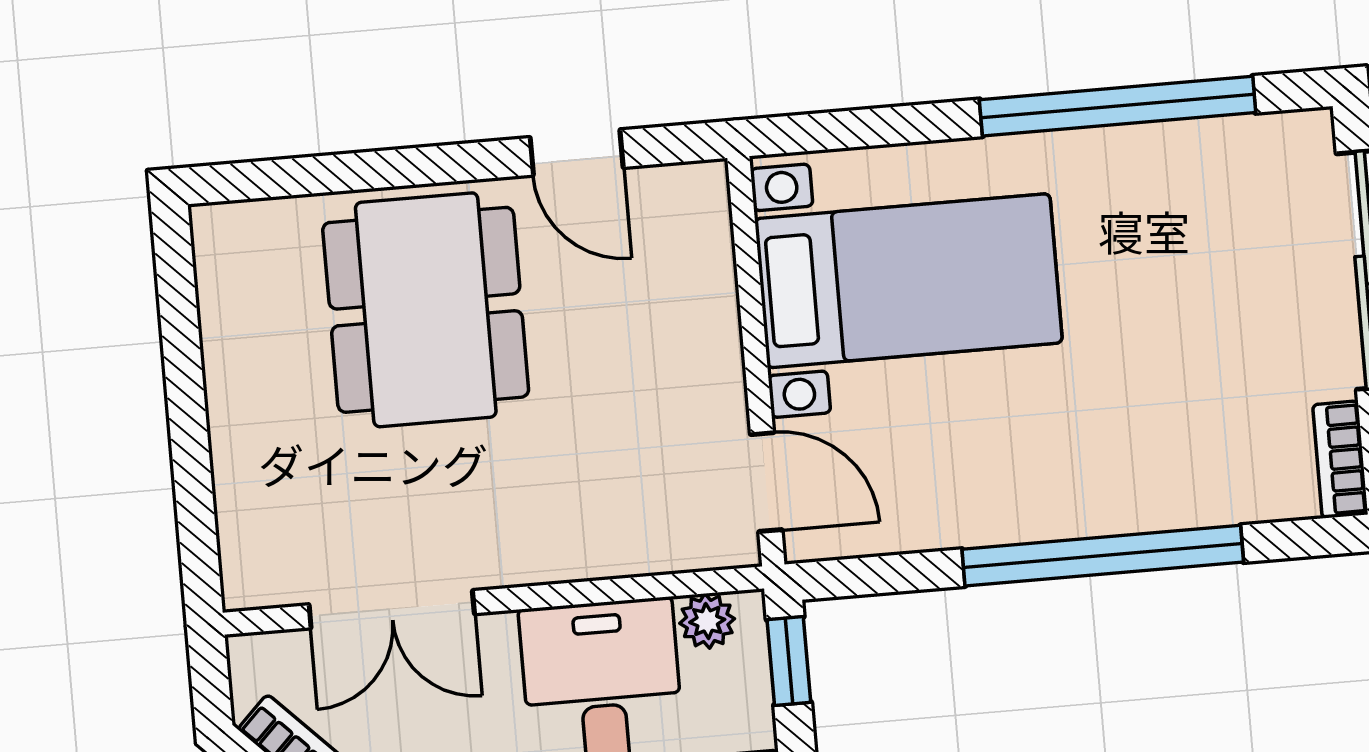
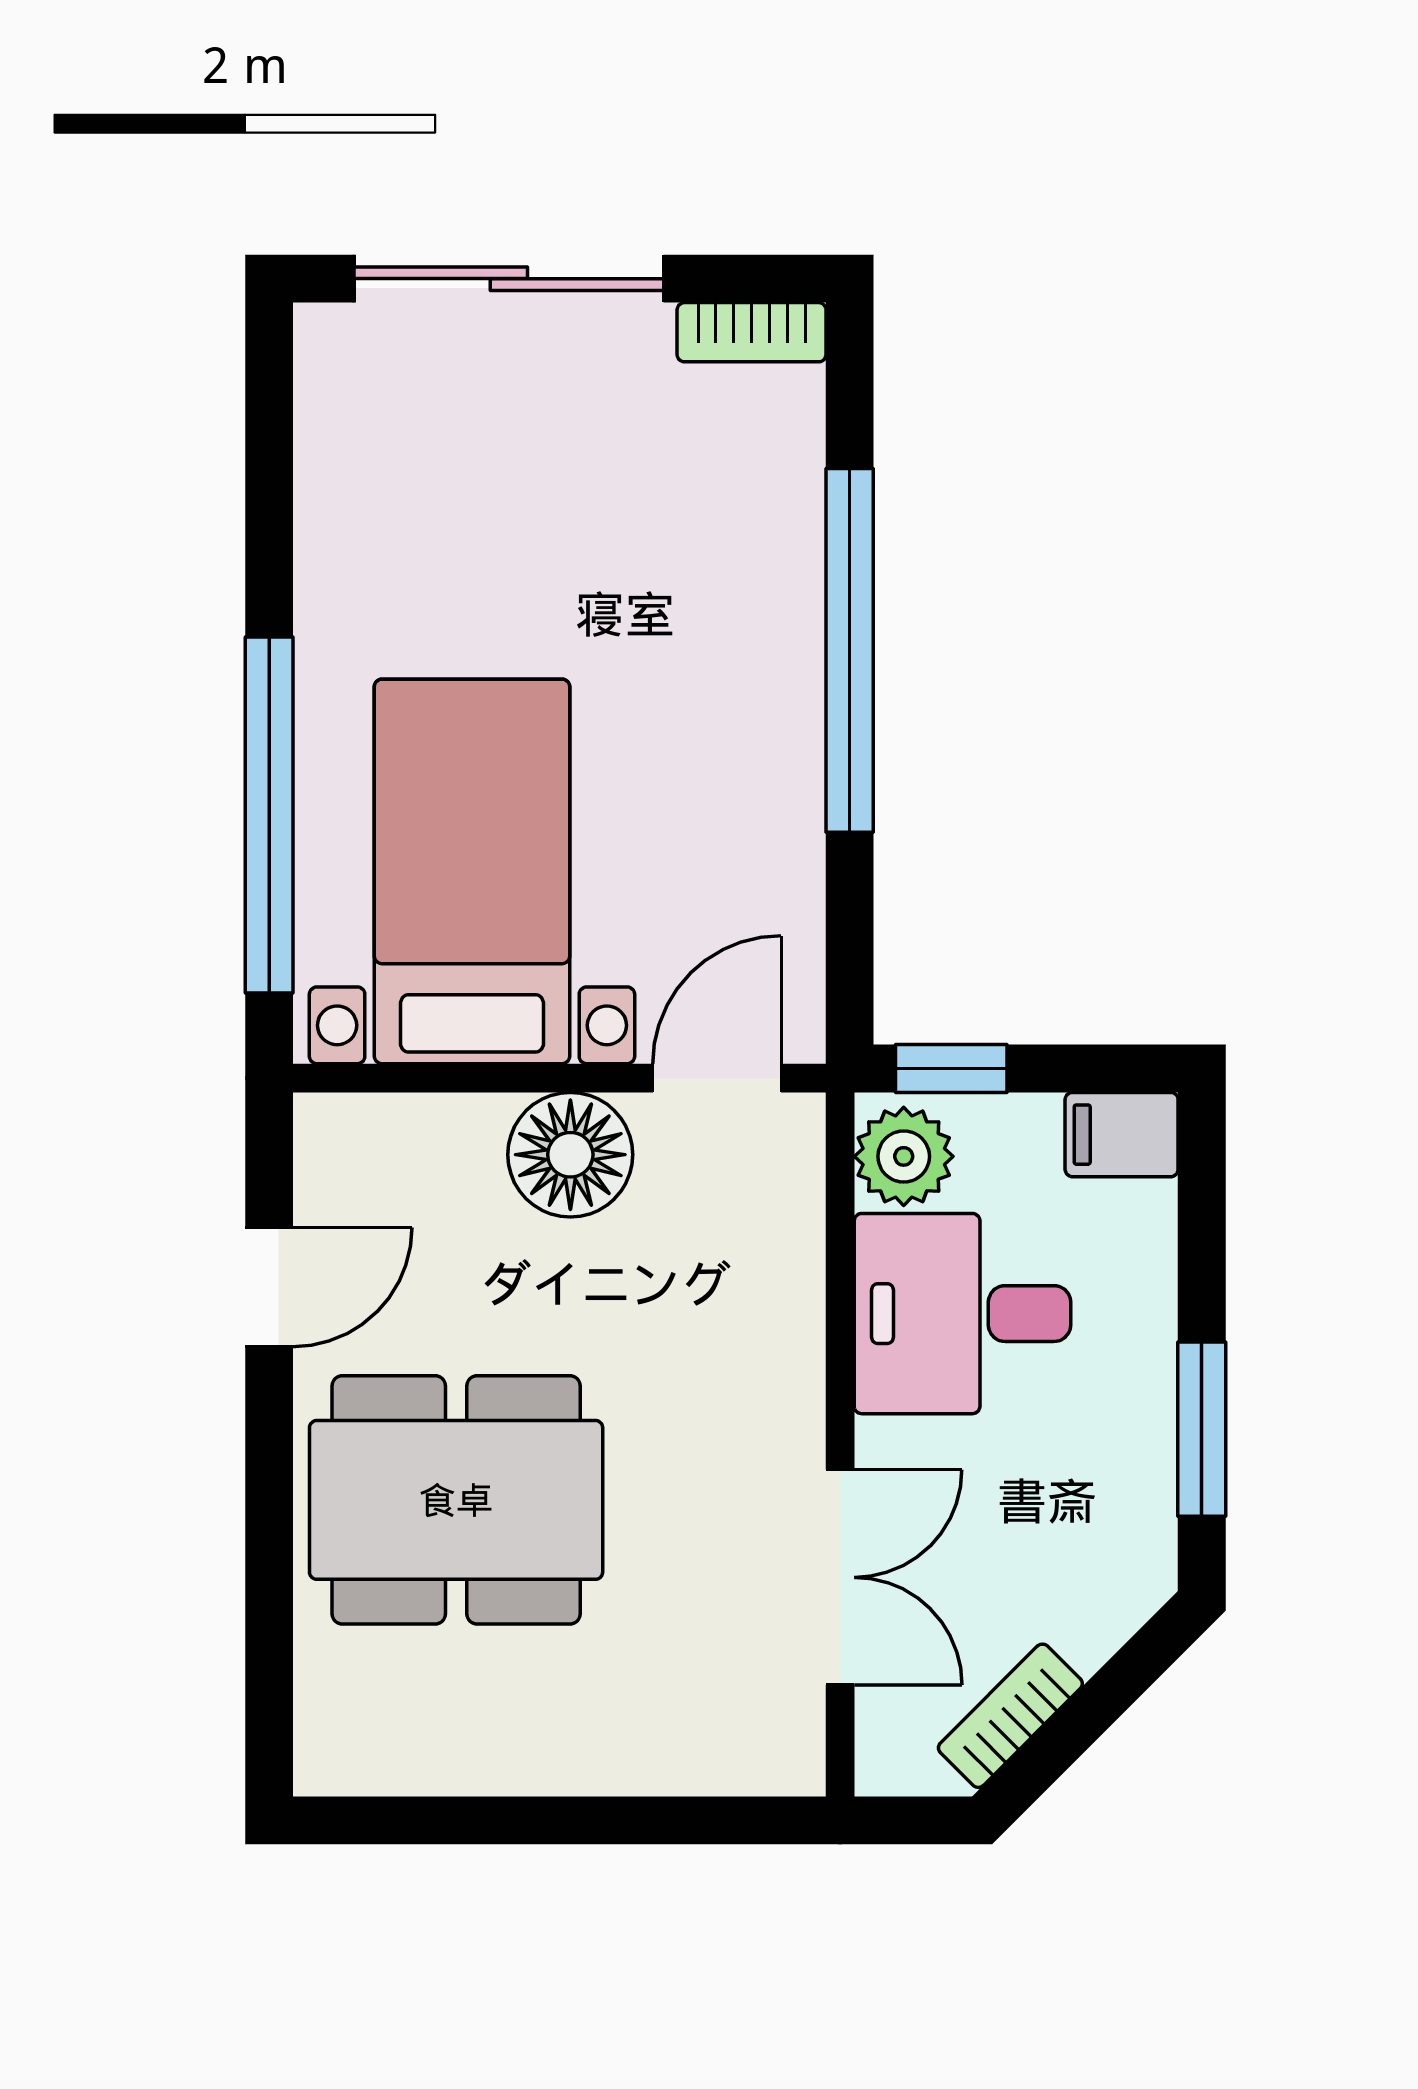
window: (1118, 106) -> (269, 815), moved
floor lamp: (698, 375) -> (570, 1155), added
plant: (707, 621) -> (904, 1156), width x1.38, depth x1.38

